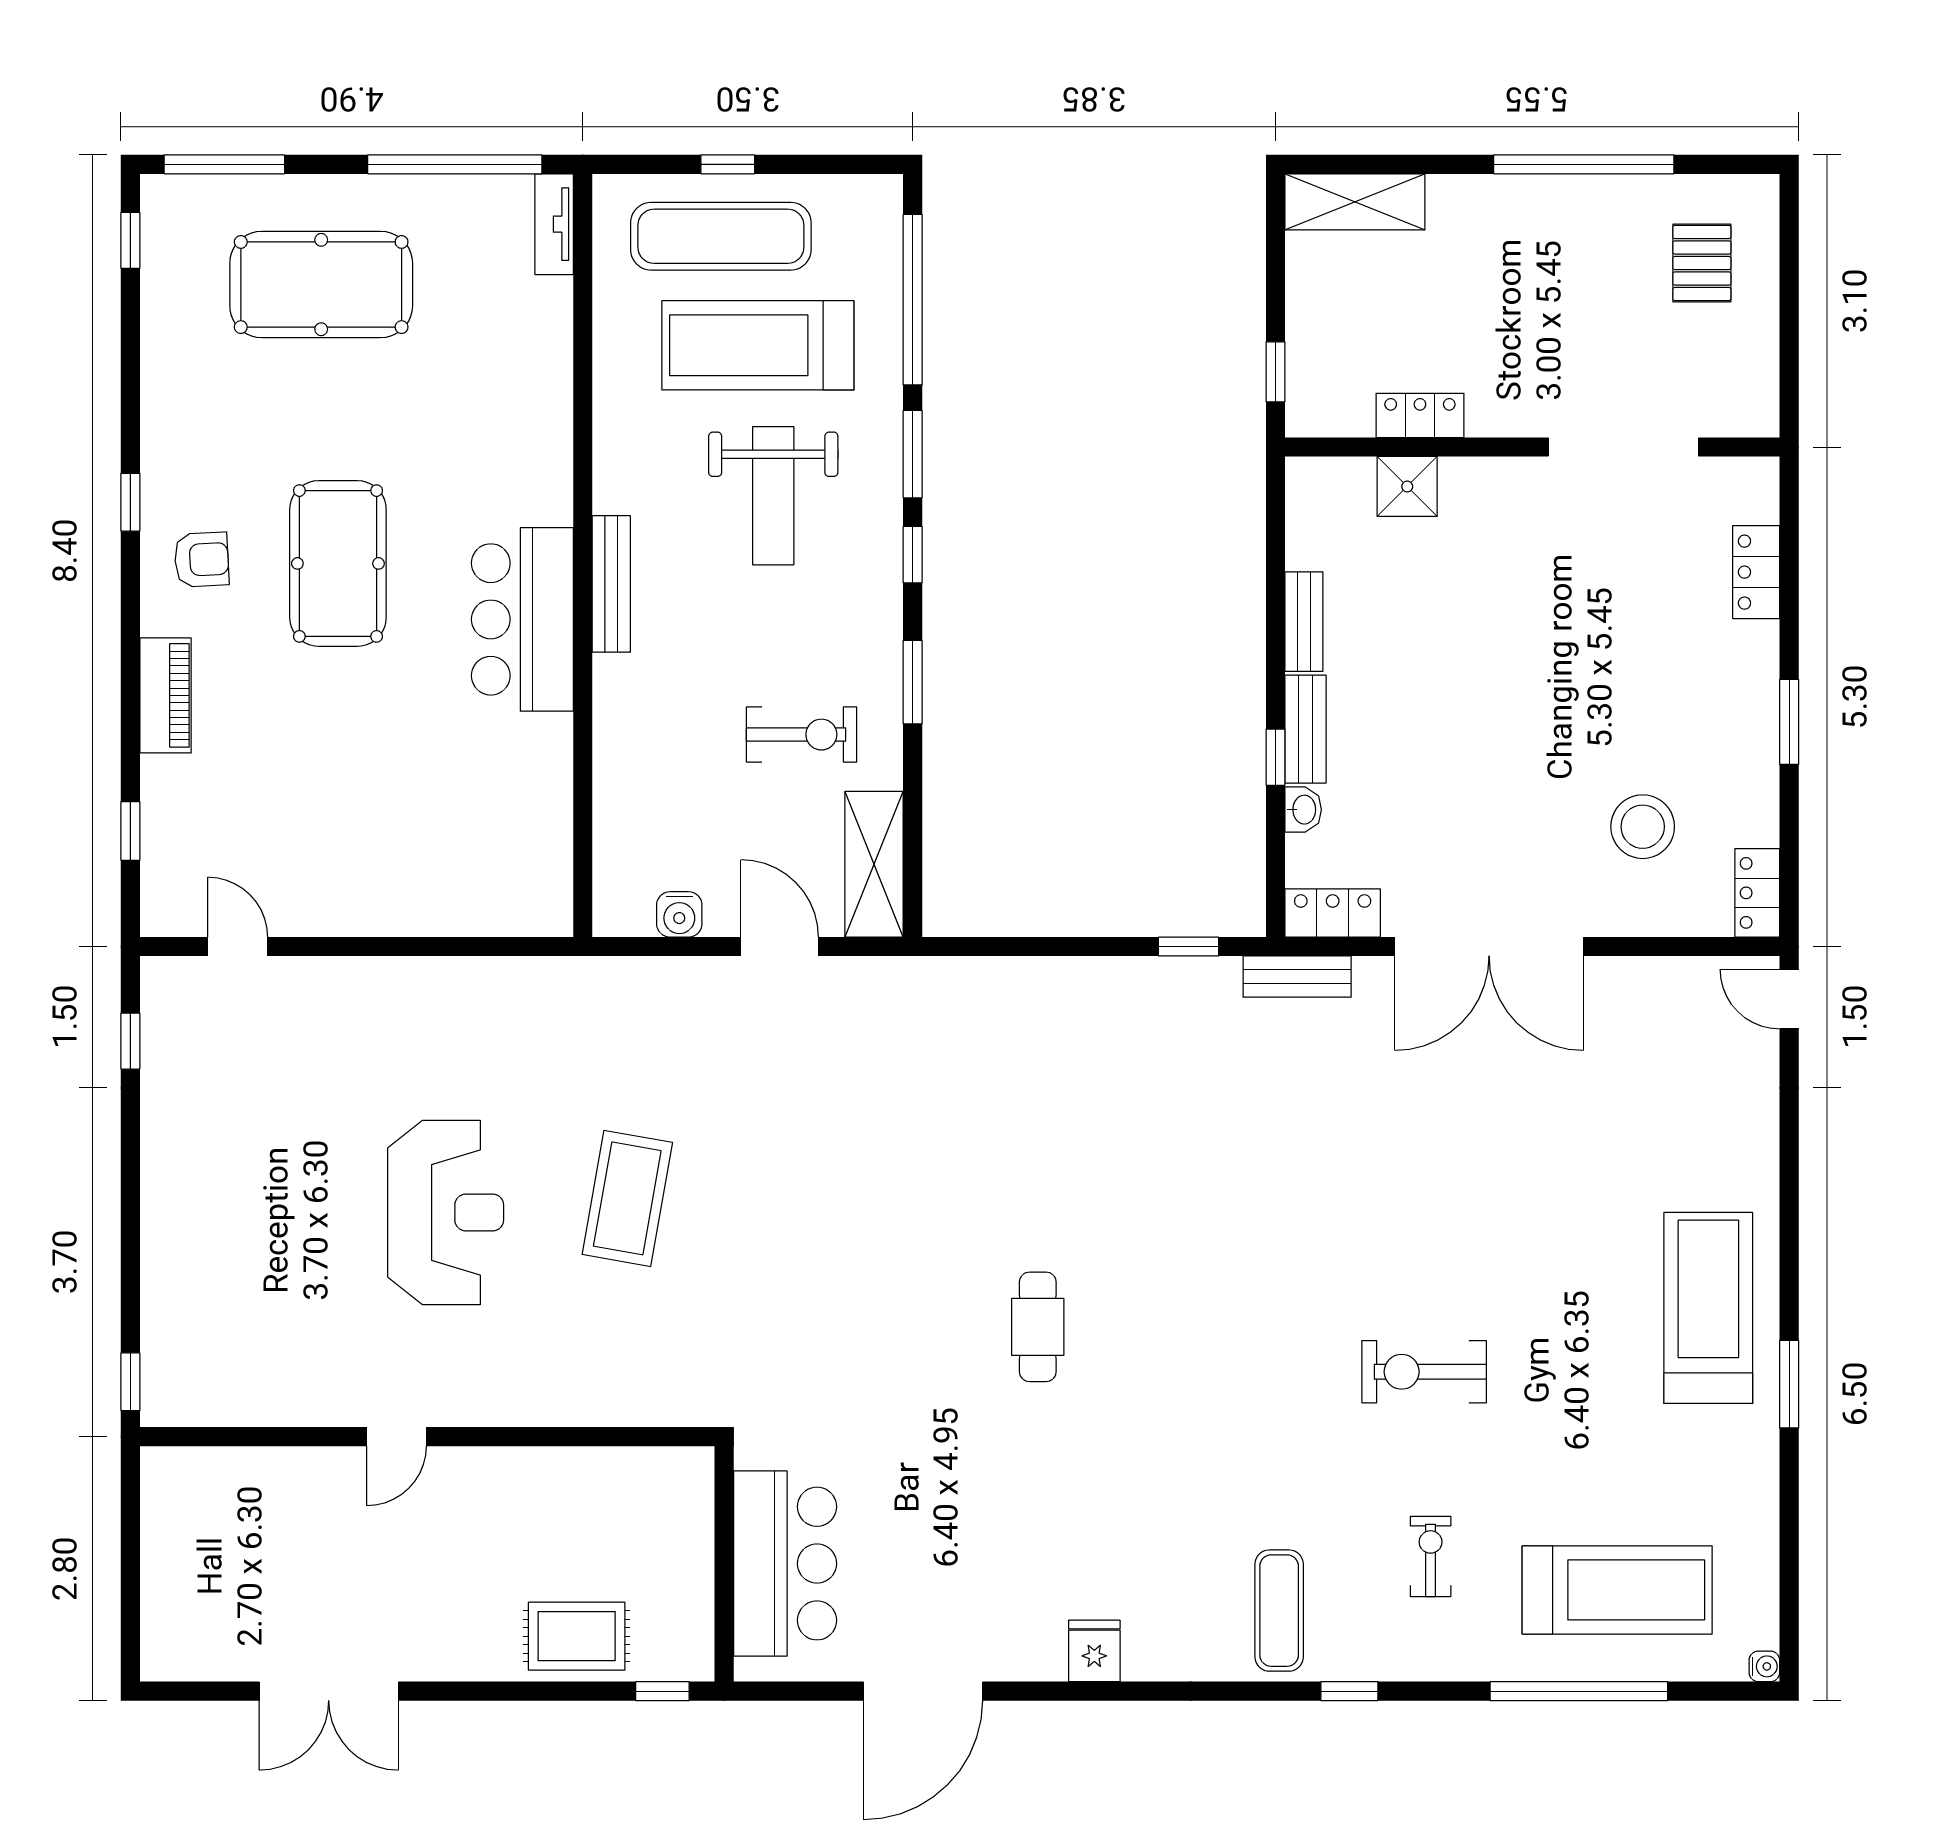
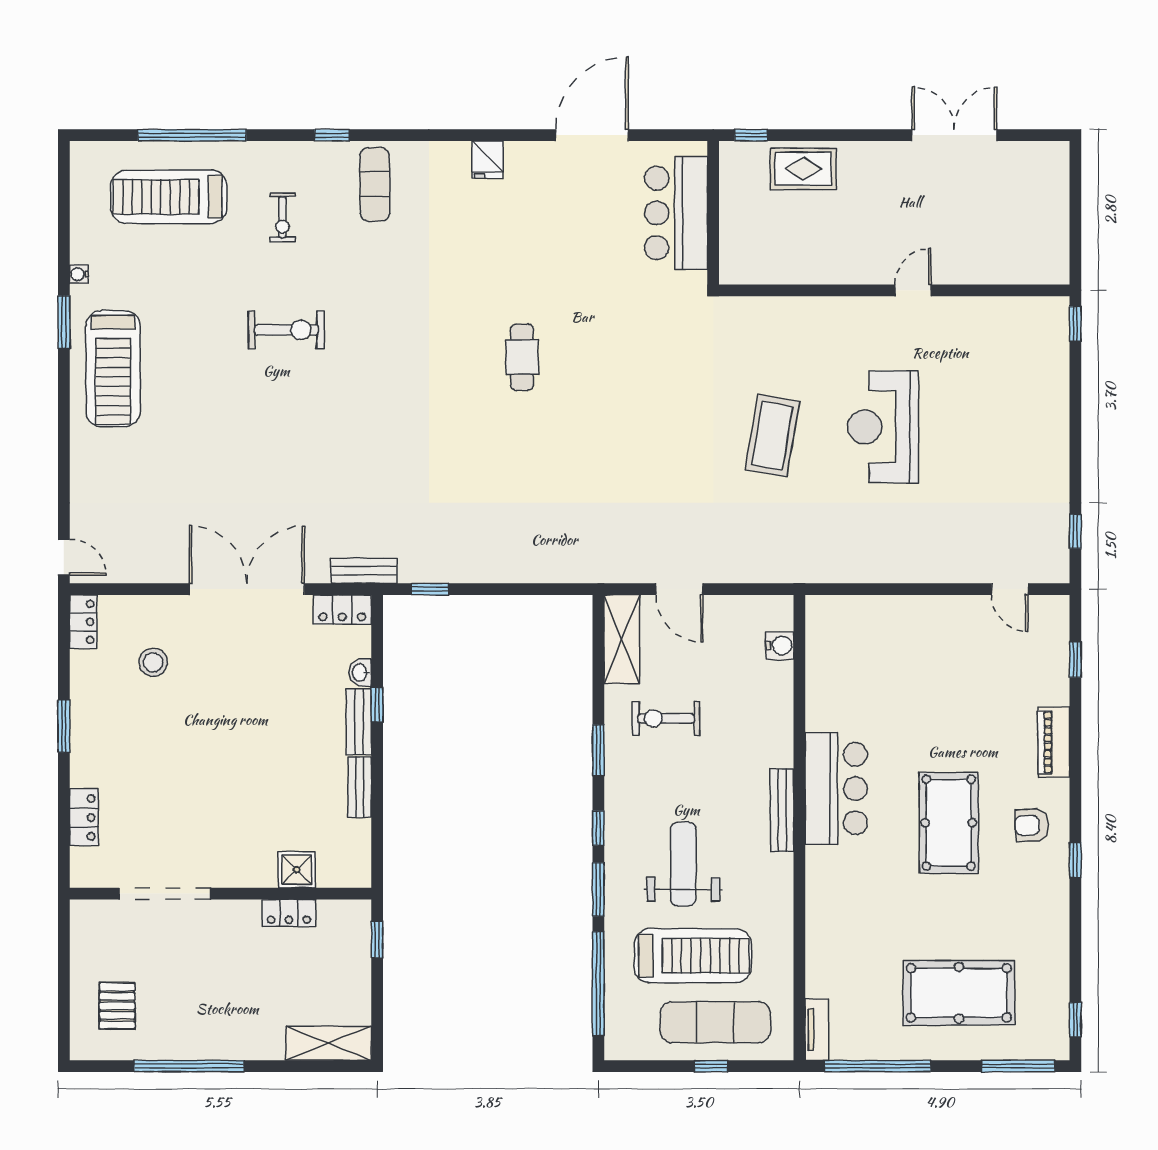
stool: (1643, 827) -> (153, 662), width x0.73, depth x0.73
water cooler: (679, 914) -> (780, 646), moved, turned 90
water cooler: (1764, 1666) -> (79, 274), moved

